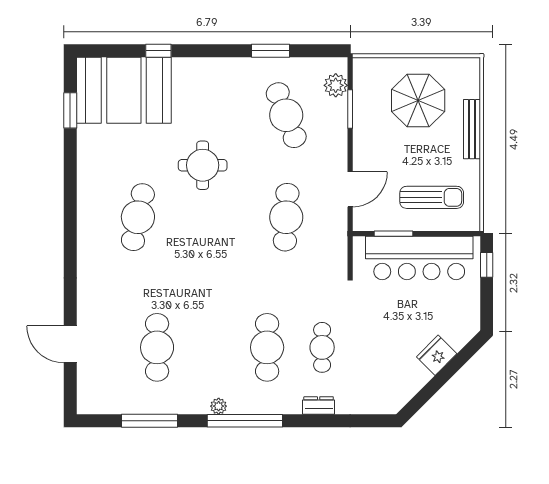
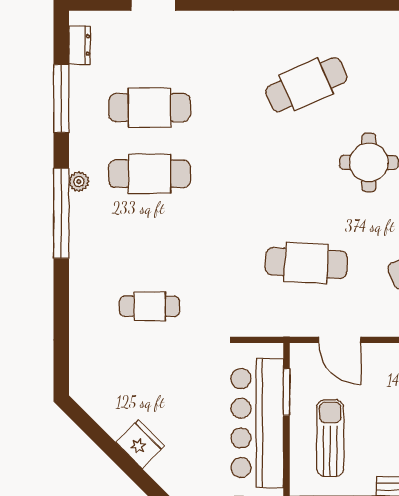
sun lounger: (432, 197) -> (330, 438), turned 180
cafe table: (138, 217) -> (306, 85), turned -36
cafe table: (267, 347) -> (150, 174), moved
dresser: (319, 406) -> (80, 45), moved

